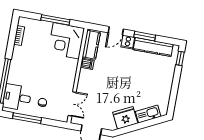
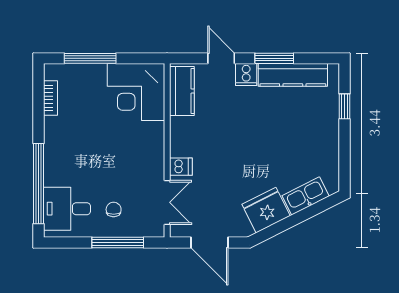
window: (55, 20) -> (90, 58), moved
door: (116, 31) -> (221, 58), swing flipped
window: (180, 58) -> (344, 106), moved
dishwasher: (87, 64) -> (181, 167), moved
window: (27, 118) -> (118, 242), moved

